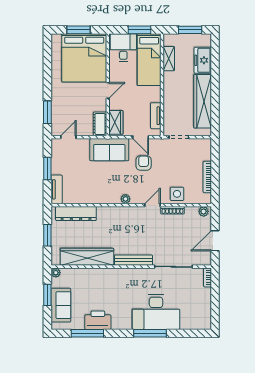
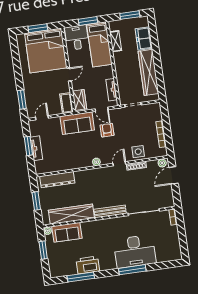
tv unit: (57, 189) -> (36, 148), moved
door: (215, 241) -> (174, 175), moved
sofa: (61, 305) -> (67, 232), moved, turned 90

